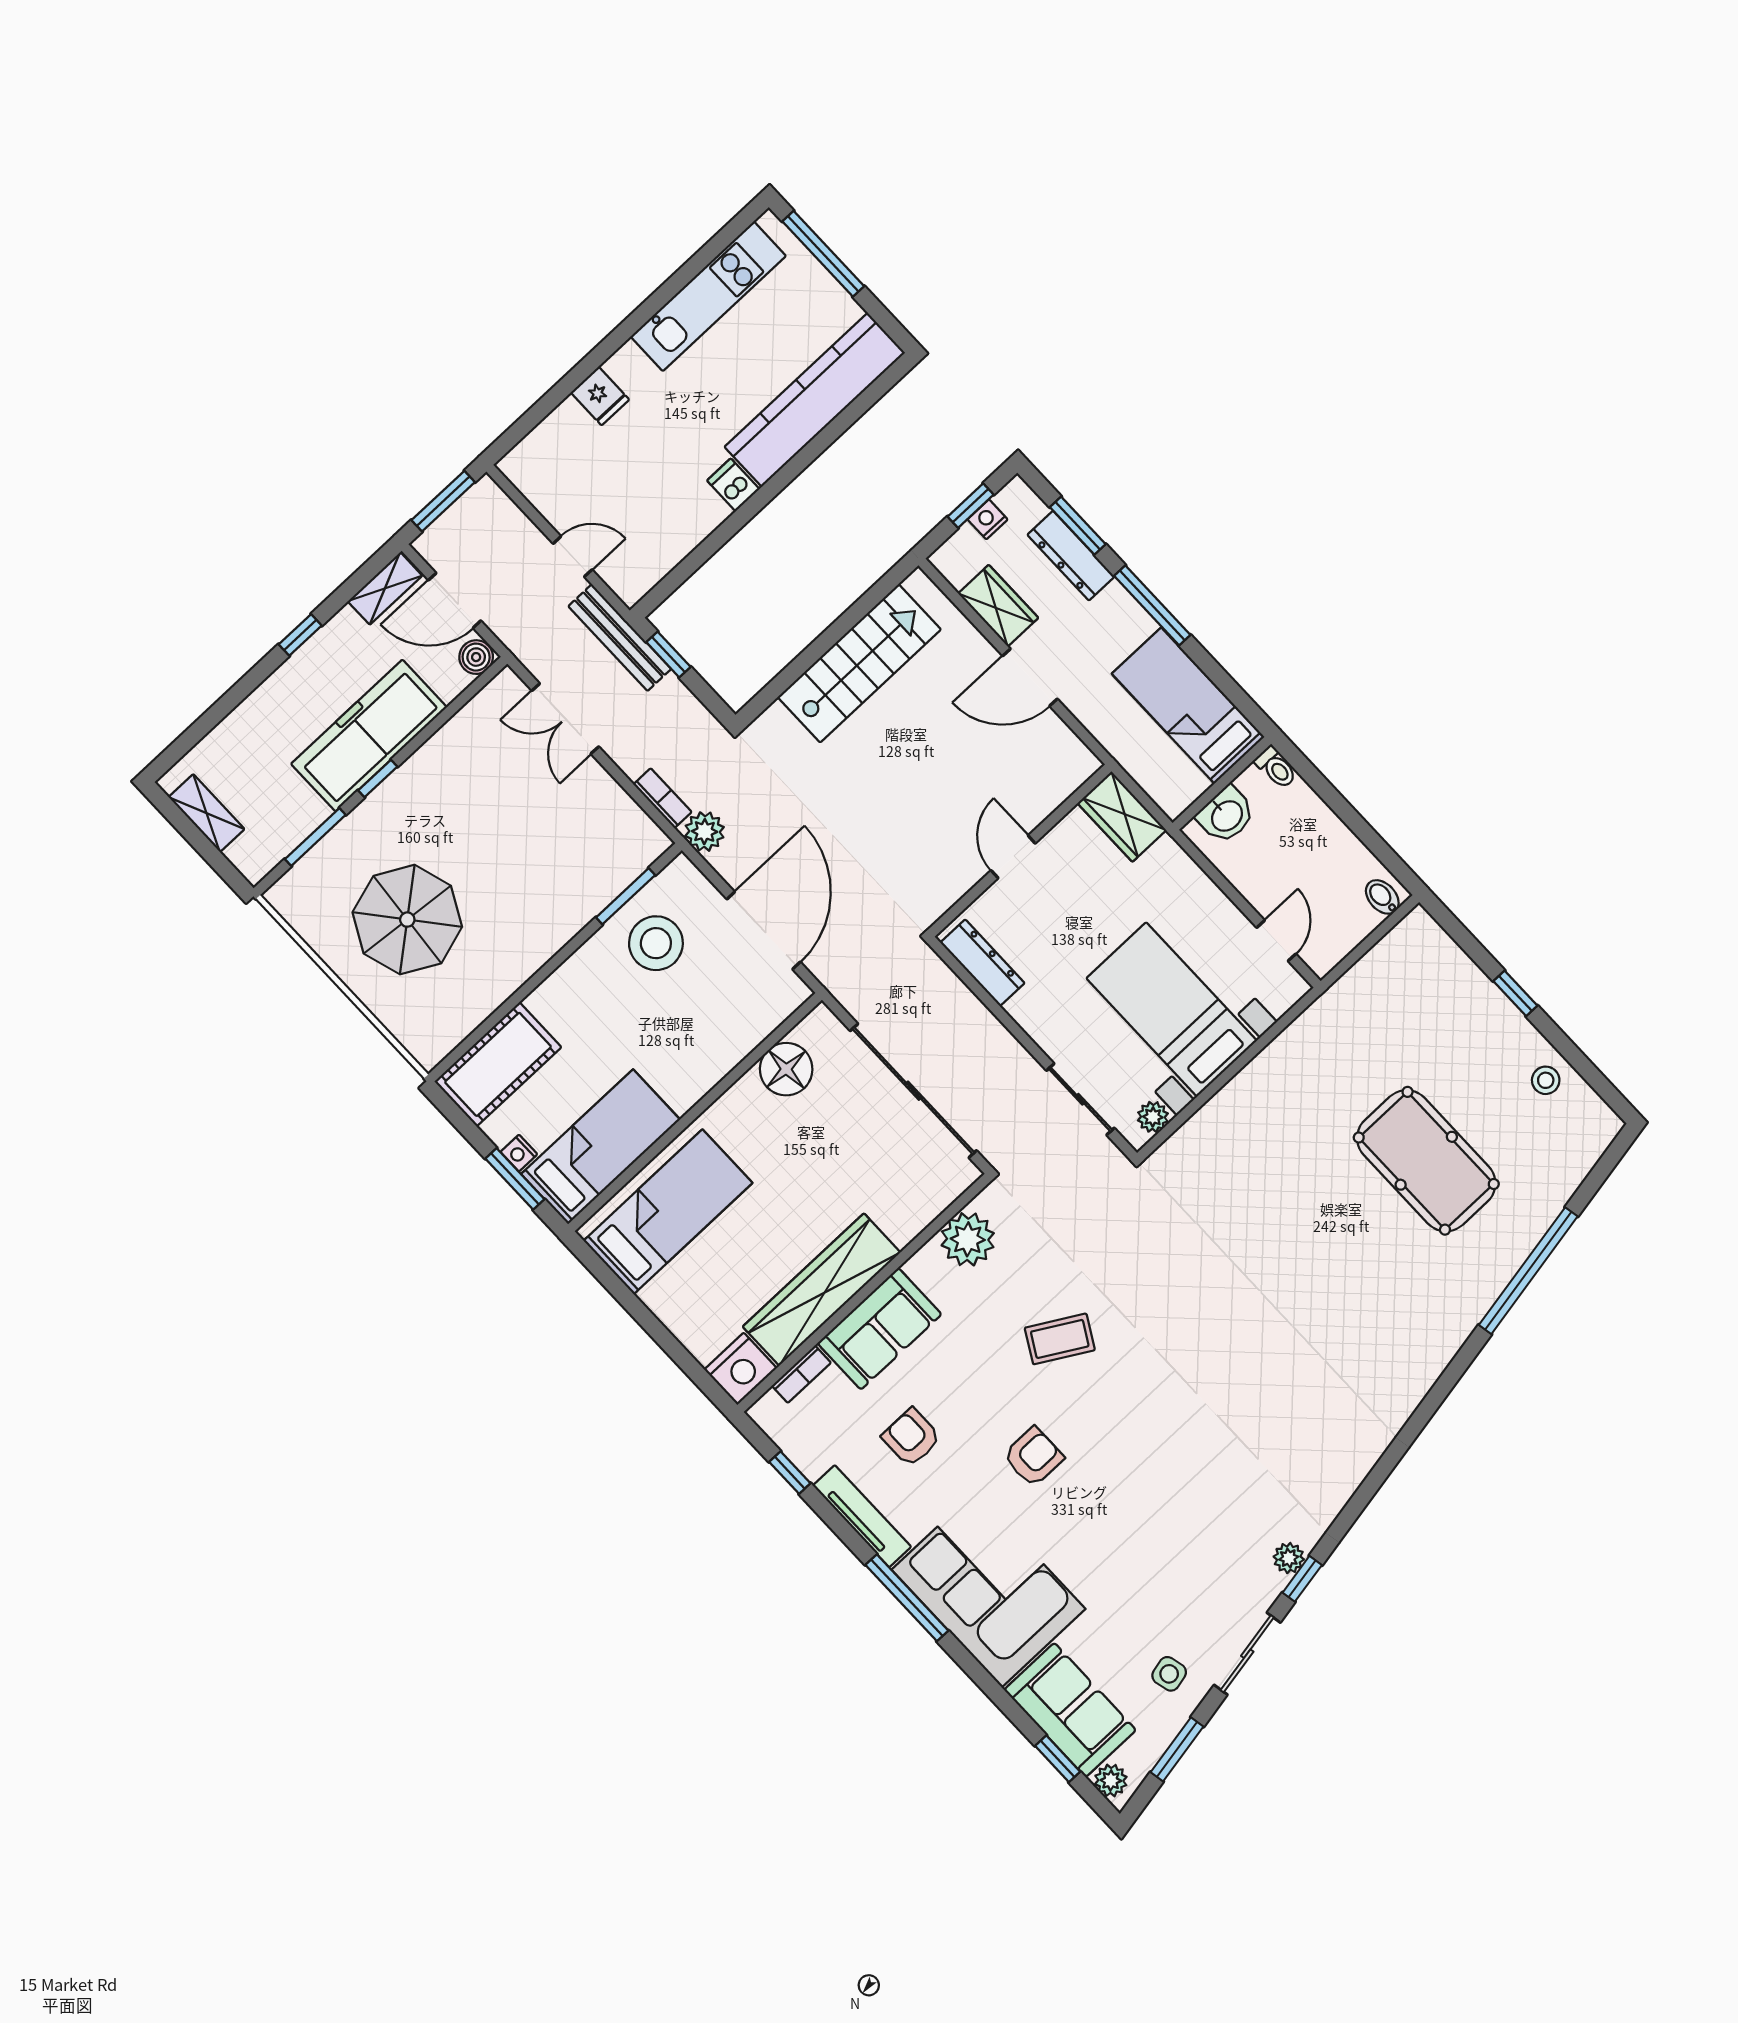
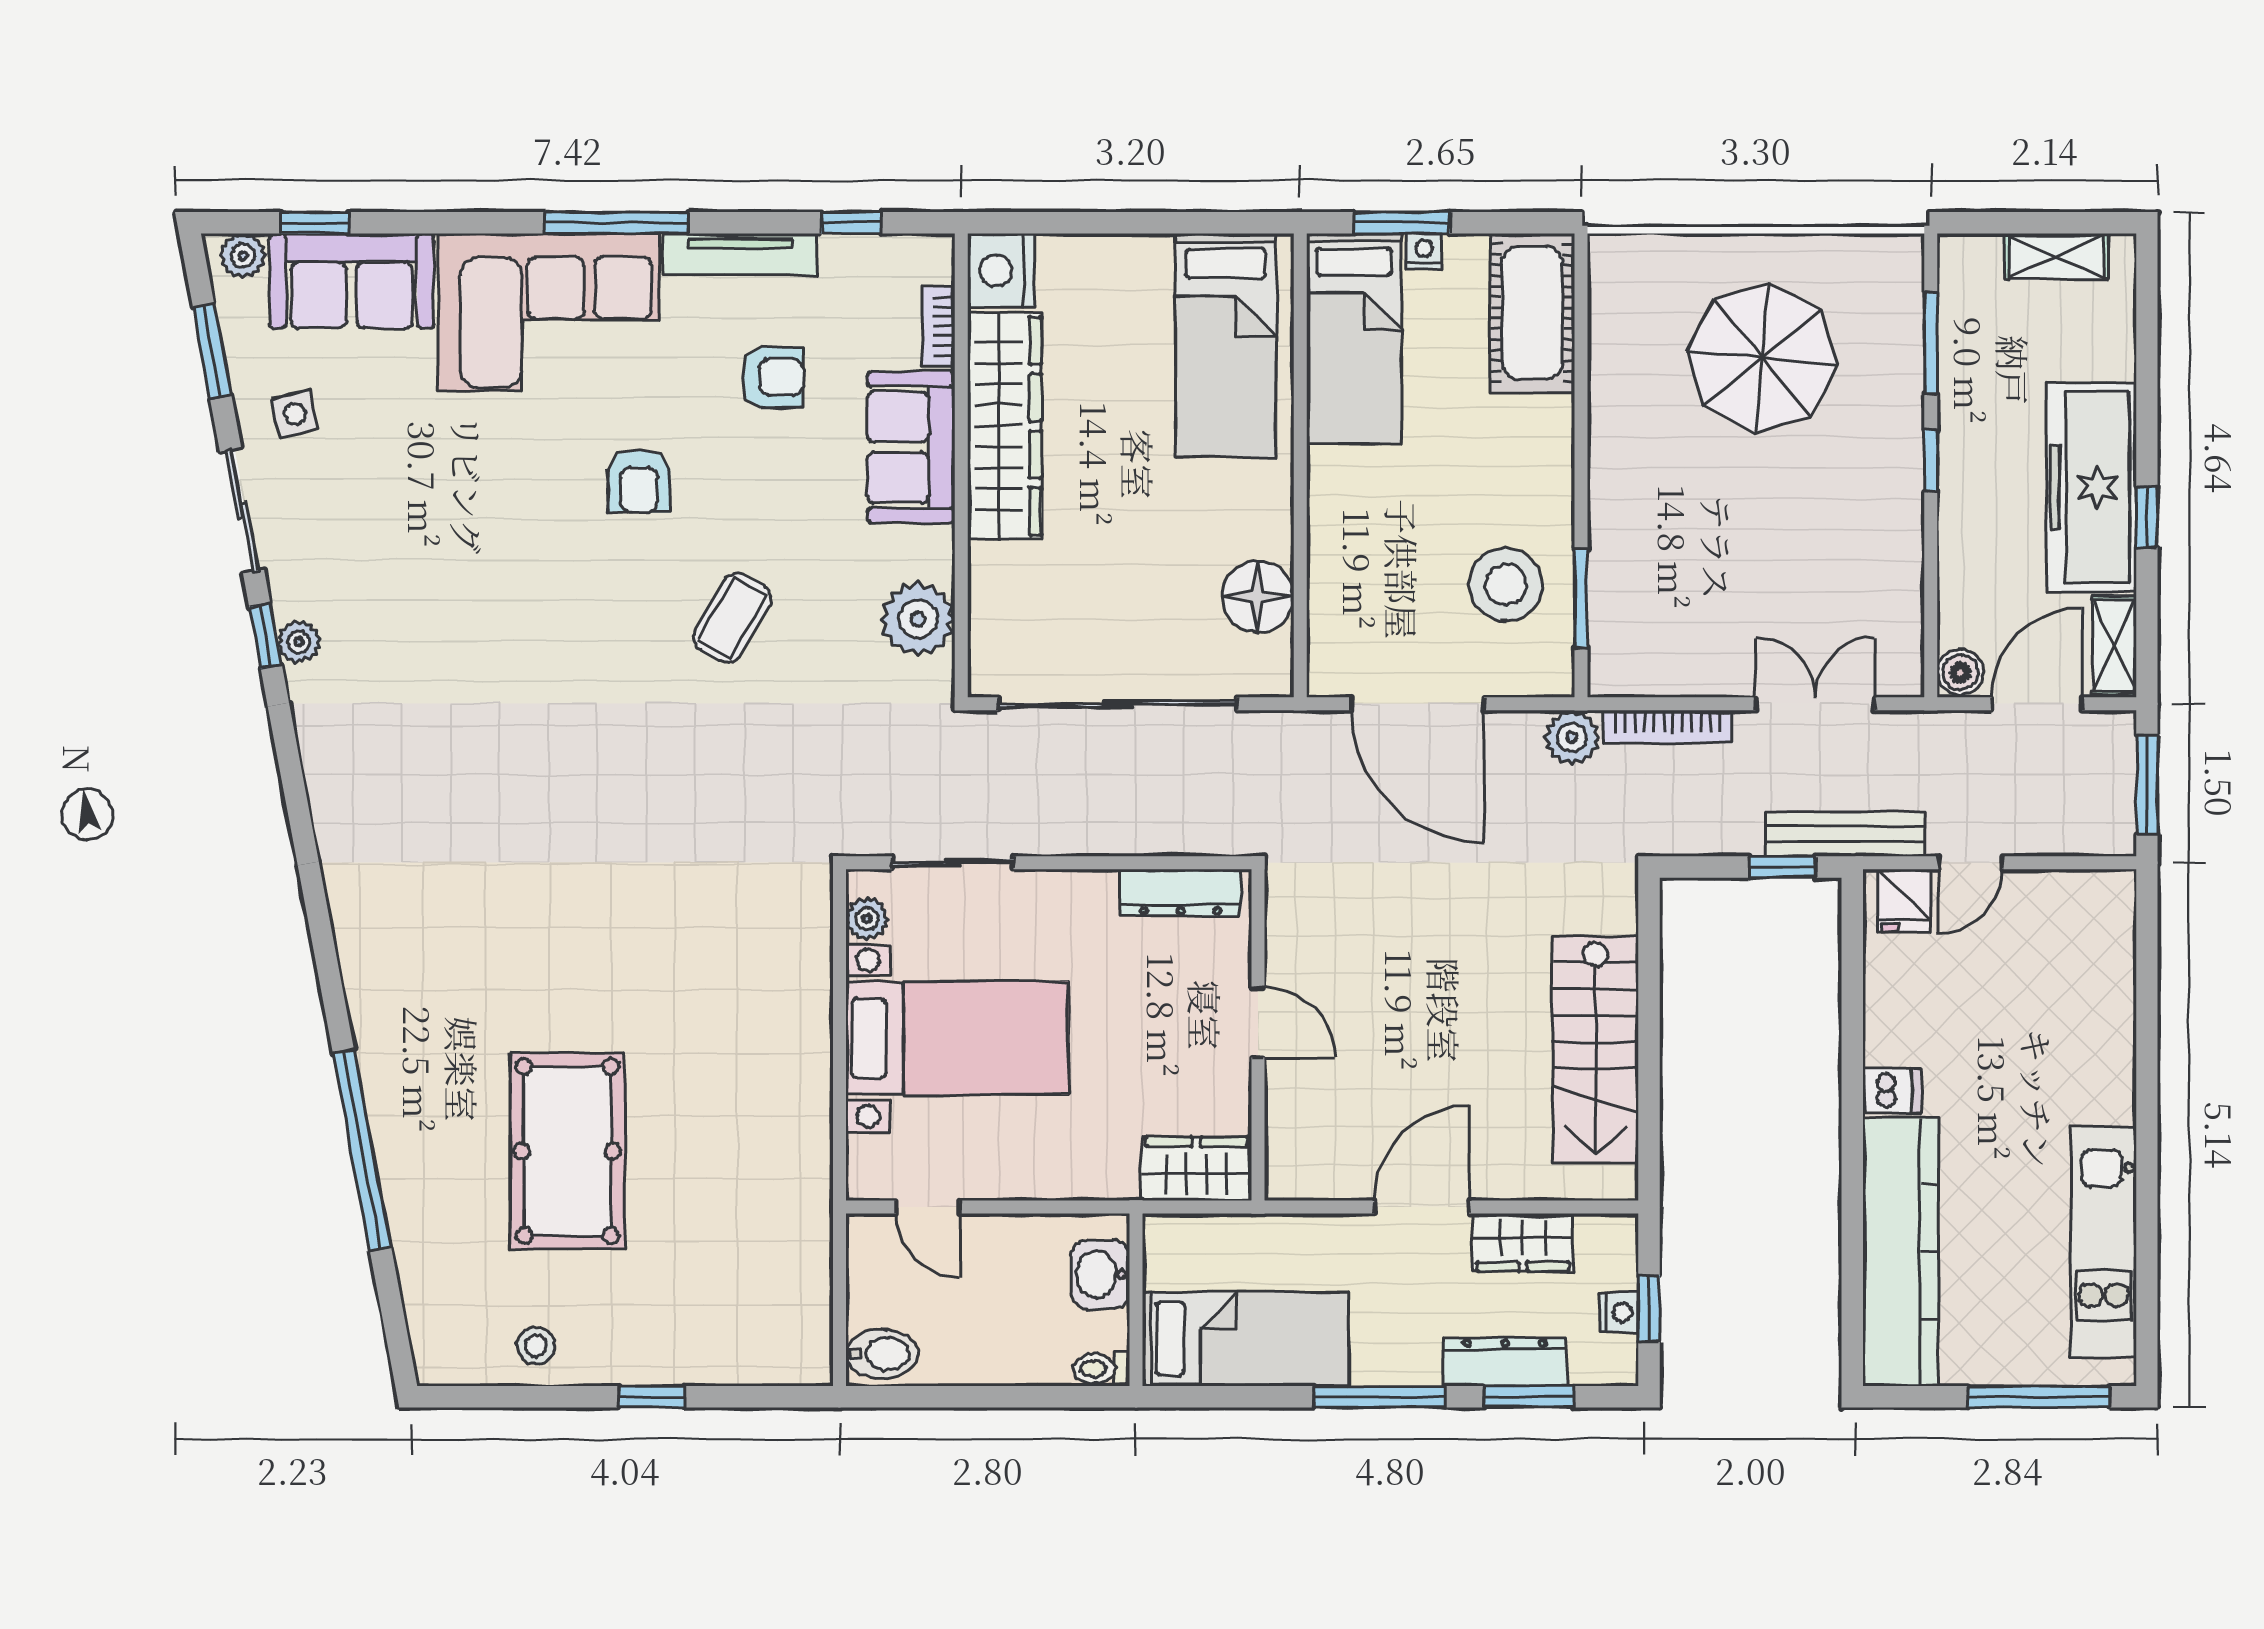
fridge: (600, 396) -> (1904, 900), moved, turned -90
freezer: (369, 735) -> (2091, 487), moved, turned 180
bookcase: (663, 798) -> (1668, 727), width x1.56
bidet: (1382, 897) -> (882, 1354), width x1.38, depth x1.36
pool table: (1426, 1161) -> (567, 1151), turned 90

